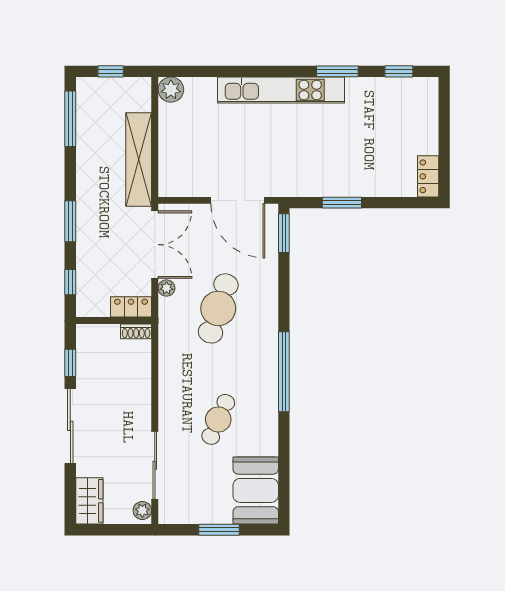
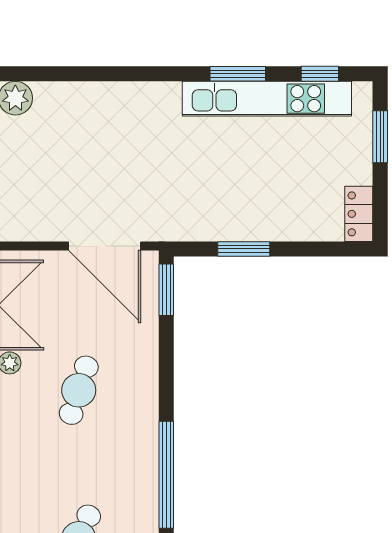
kitchen unit: (281, 90) -> (267, 99), moved
window: (444, 119) -> (380, 137), added
cafe table: (218, 308) -> (79, 390), width x0.73, depth x0.74

